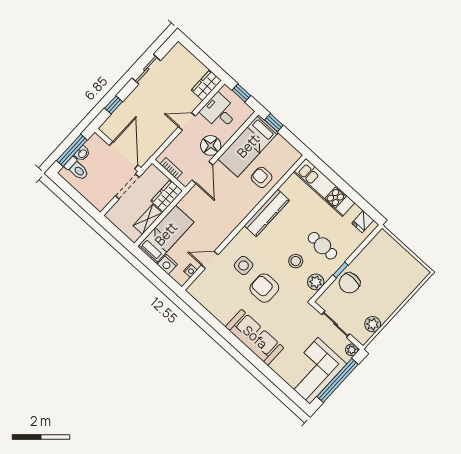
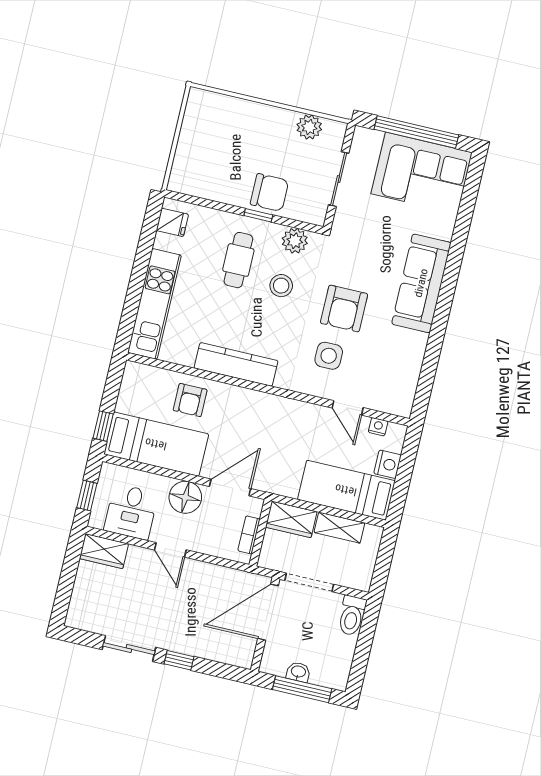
window: (114, 105) -> (179, 660), moved
toilet: (77, 169) -> (352, 616), moved, turned 180
plant: (352, 350) -> (362, 136), removed

